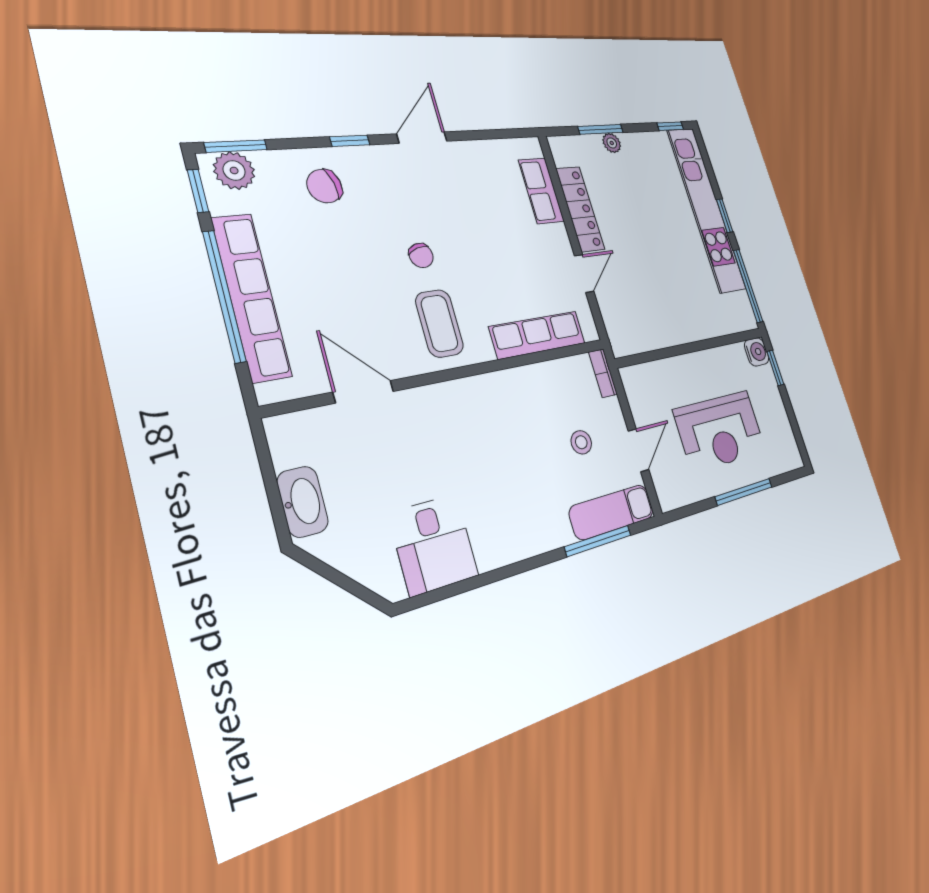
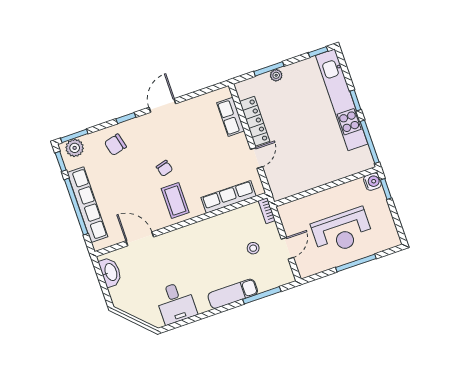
washbasin: (303, 502) -> (110, 272), moved
exam couch: (612, 512) -> (233, 294), moved

